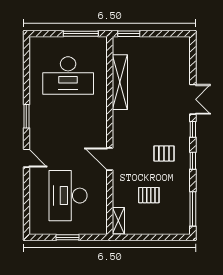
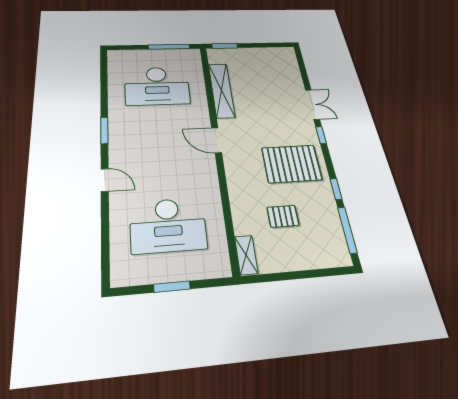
pallet: (164, 153) -> (292, 164), width x2.05, depth x2.00
door: (110, 159) -> (216, 140), moved
window: (193, 161) -> (336, 189), moved
desk: (68, 196) -> (168, 225), turned -90

